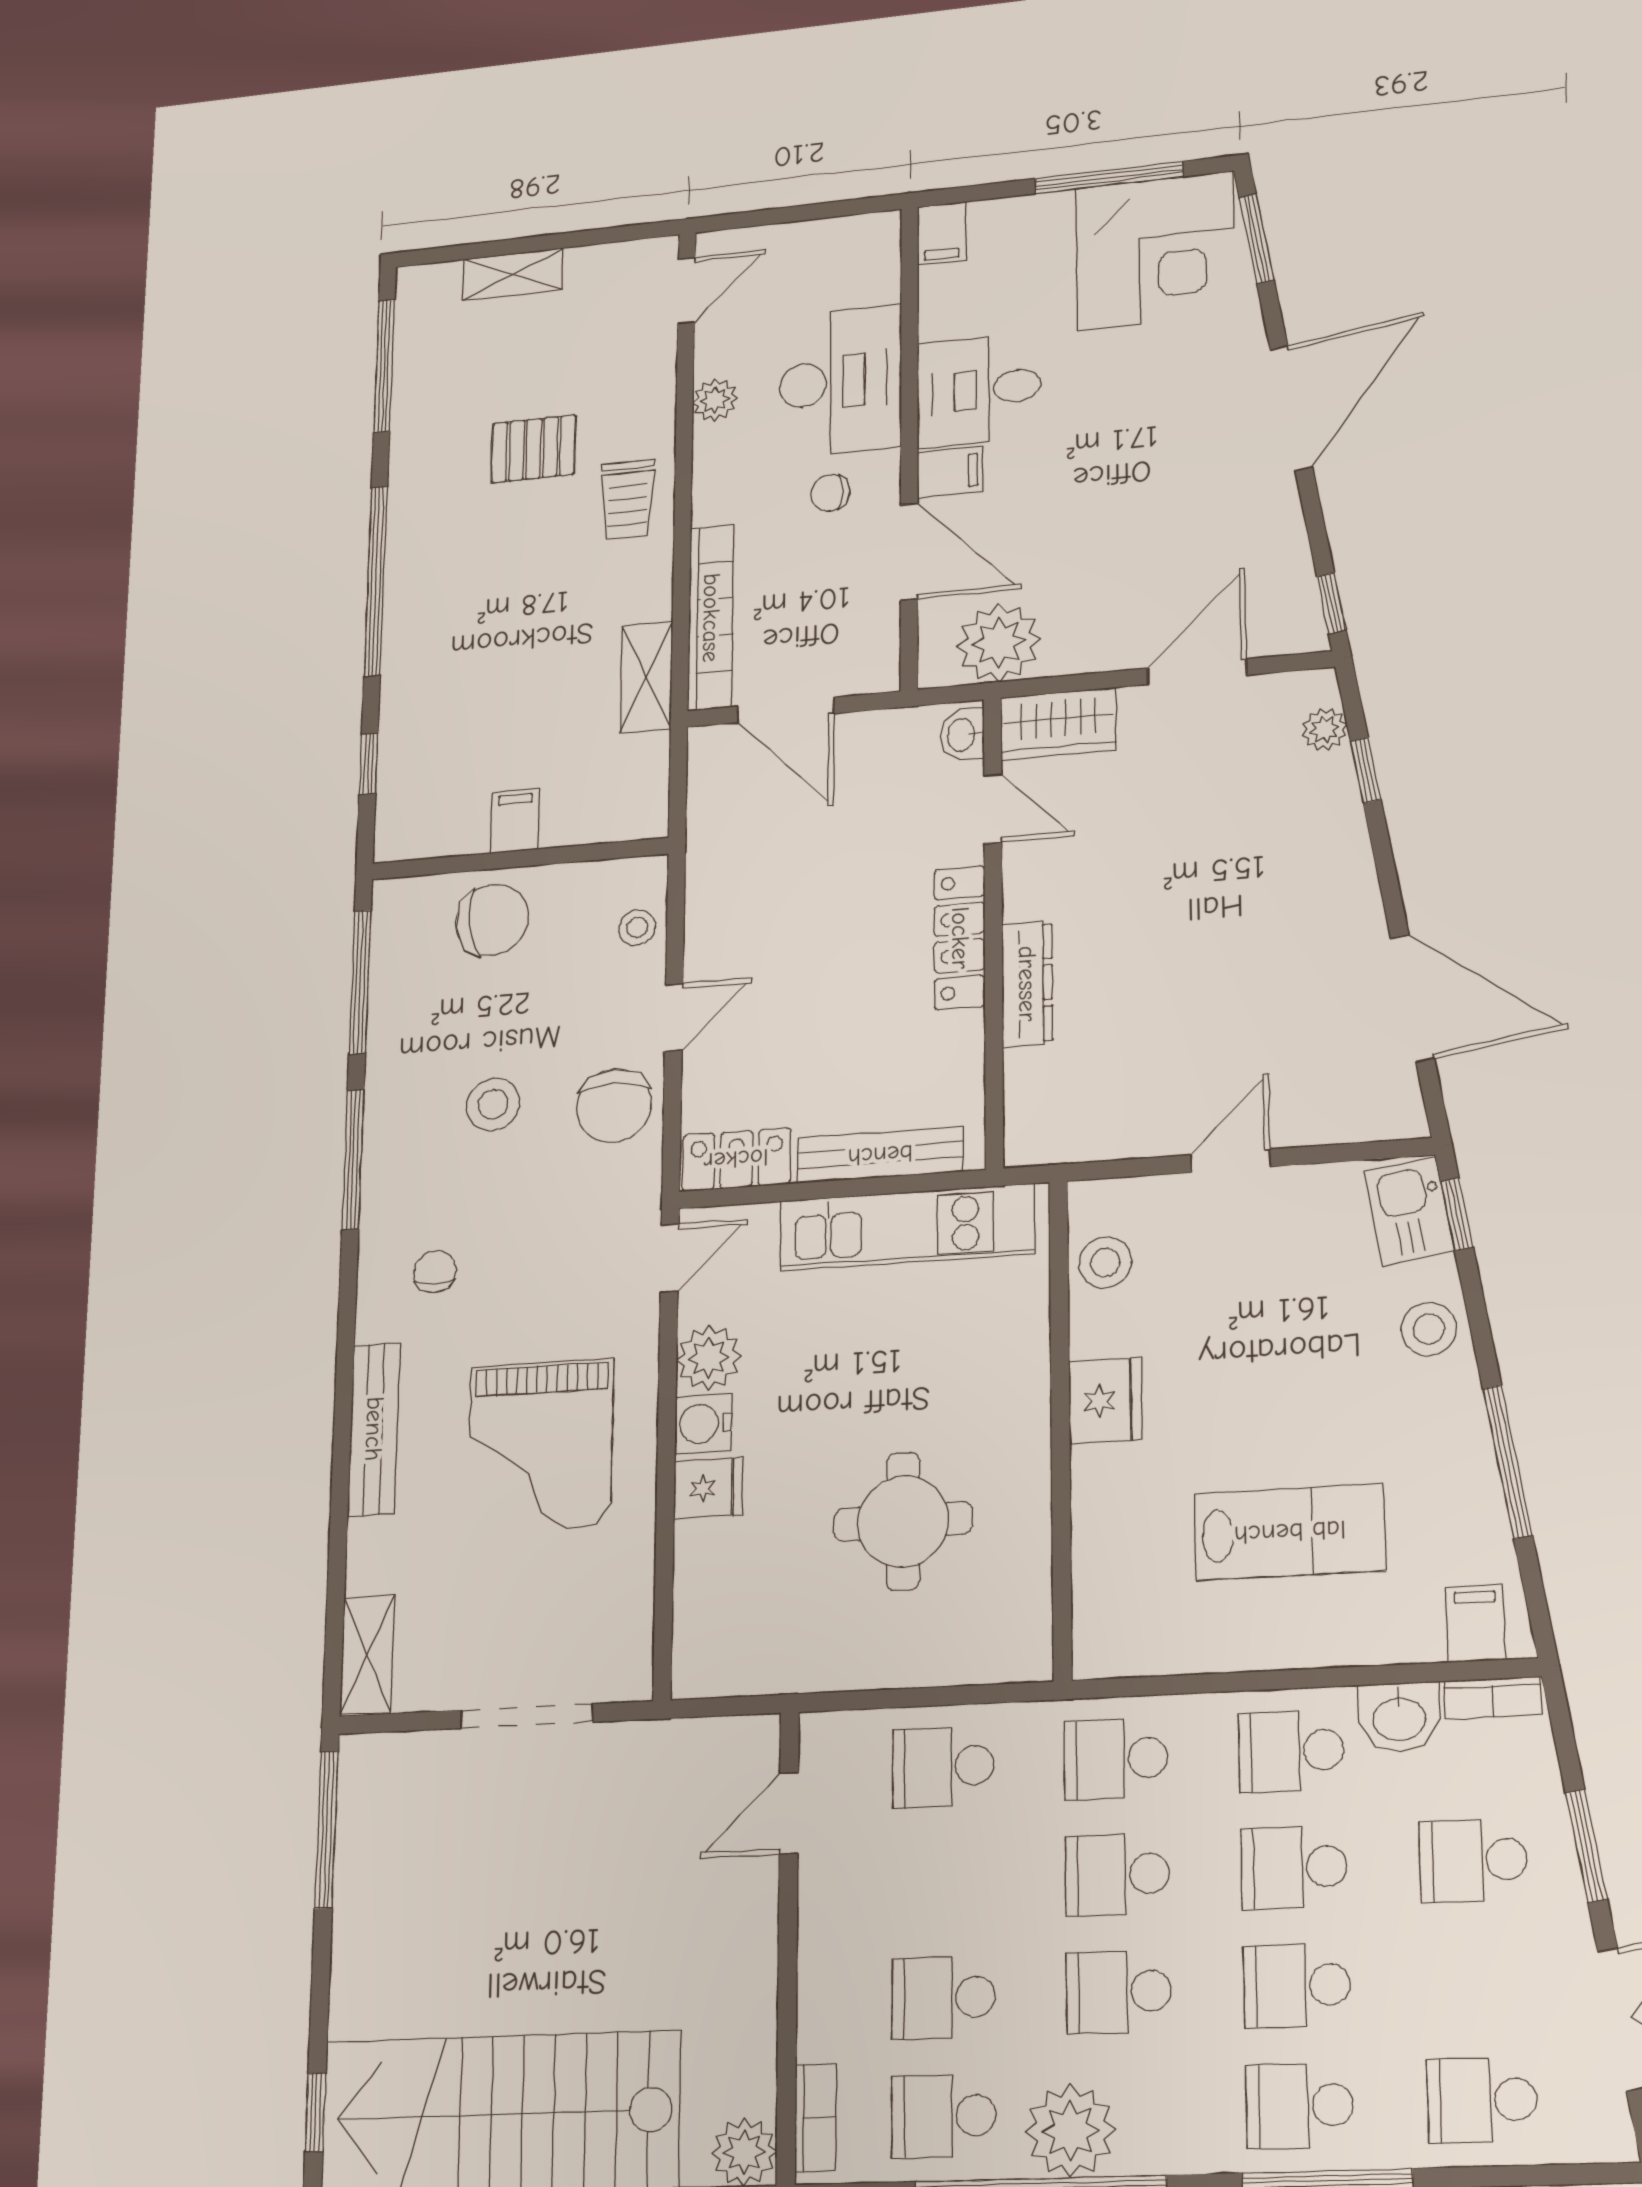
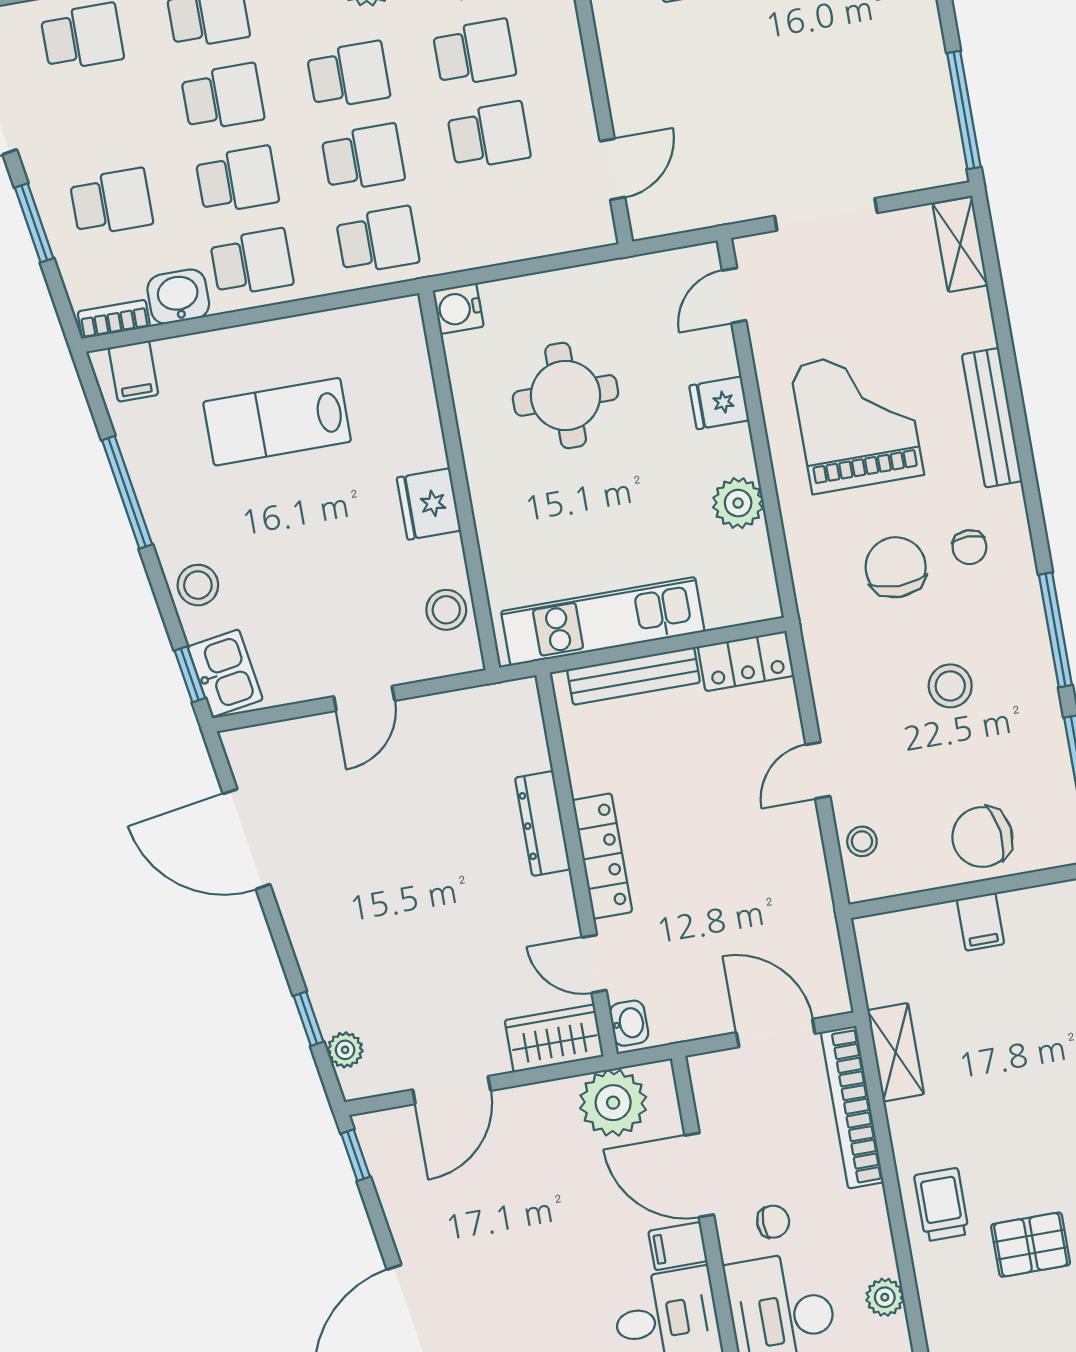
chair: (614, 1106) -> (896, 567), moved
door: (670, 1258) -> (734, 295), moved
water cooler: (704, 1424) -> (458, 309), moved, turned 180
school desk: (943, 1767) -> (489, 135), moved

